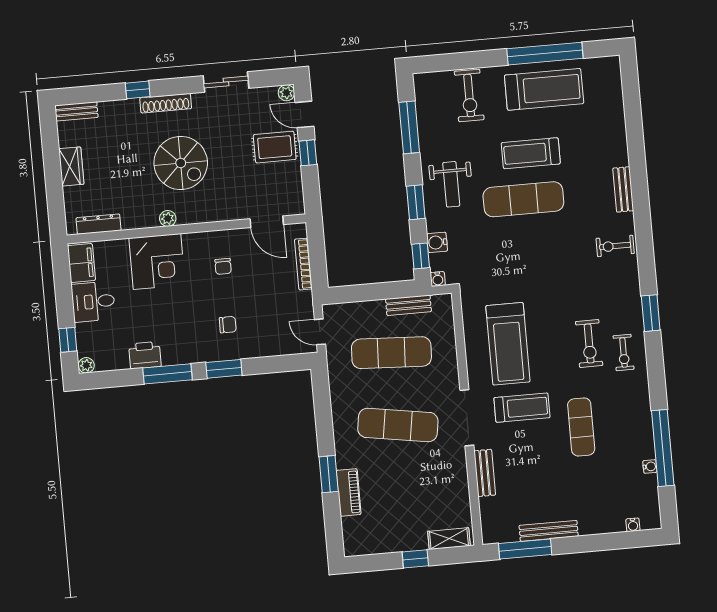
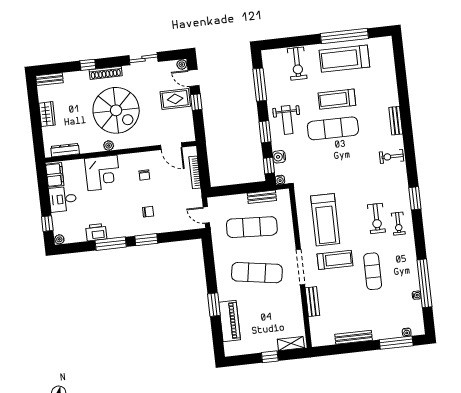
treadmill: (544, 89) -> (344, 59), turned 180
spiral stairs: (181, 163) -> (116, 110), width x1.37, depth x1.37
piano: (349, 492) -> (229, 321), width x1.37, depth x1.33
window: (525, 549) -> (396, 343), moved

